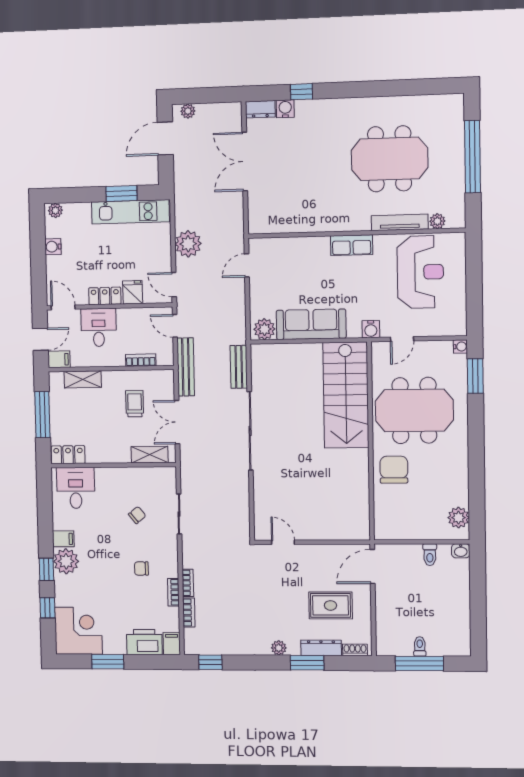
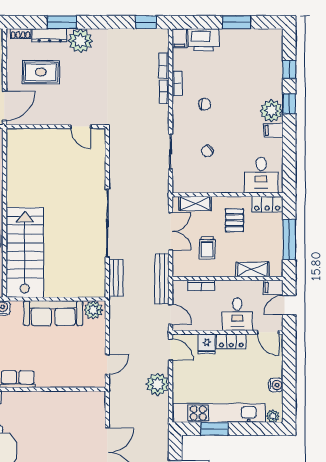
kitchen unit: (130, 212) -> (219, 413), width x1.36
pallet: (105, 436) -> (234, 220), added
corner desk: (78, 631) -> (262, 49), removed
plant: (279, 648) -> (80, 41), width x1.87, depth x1.87

